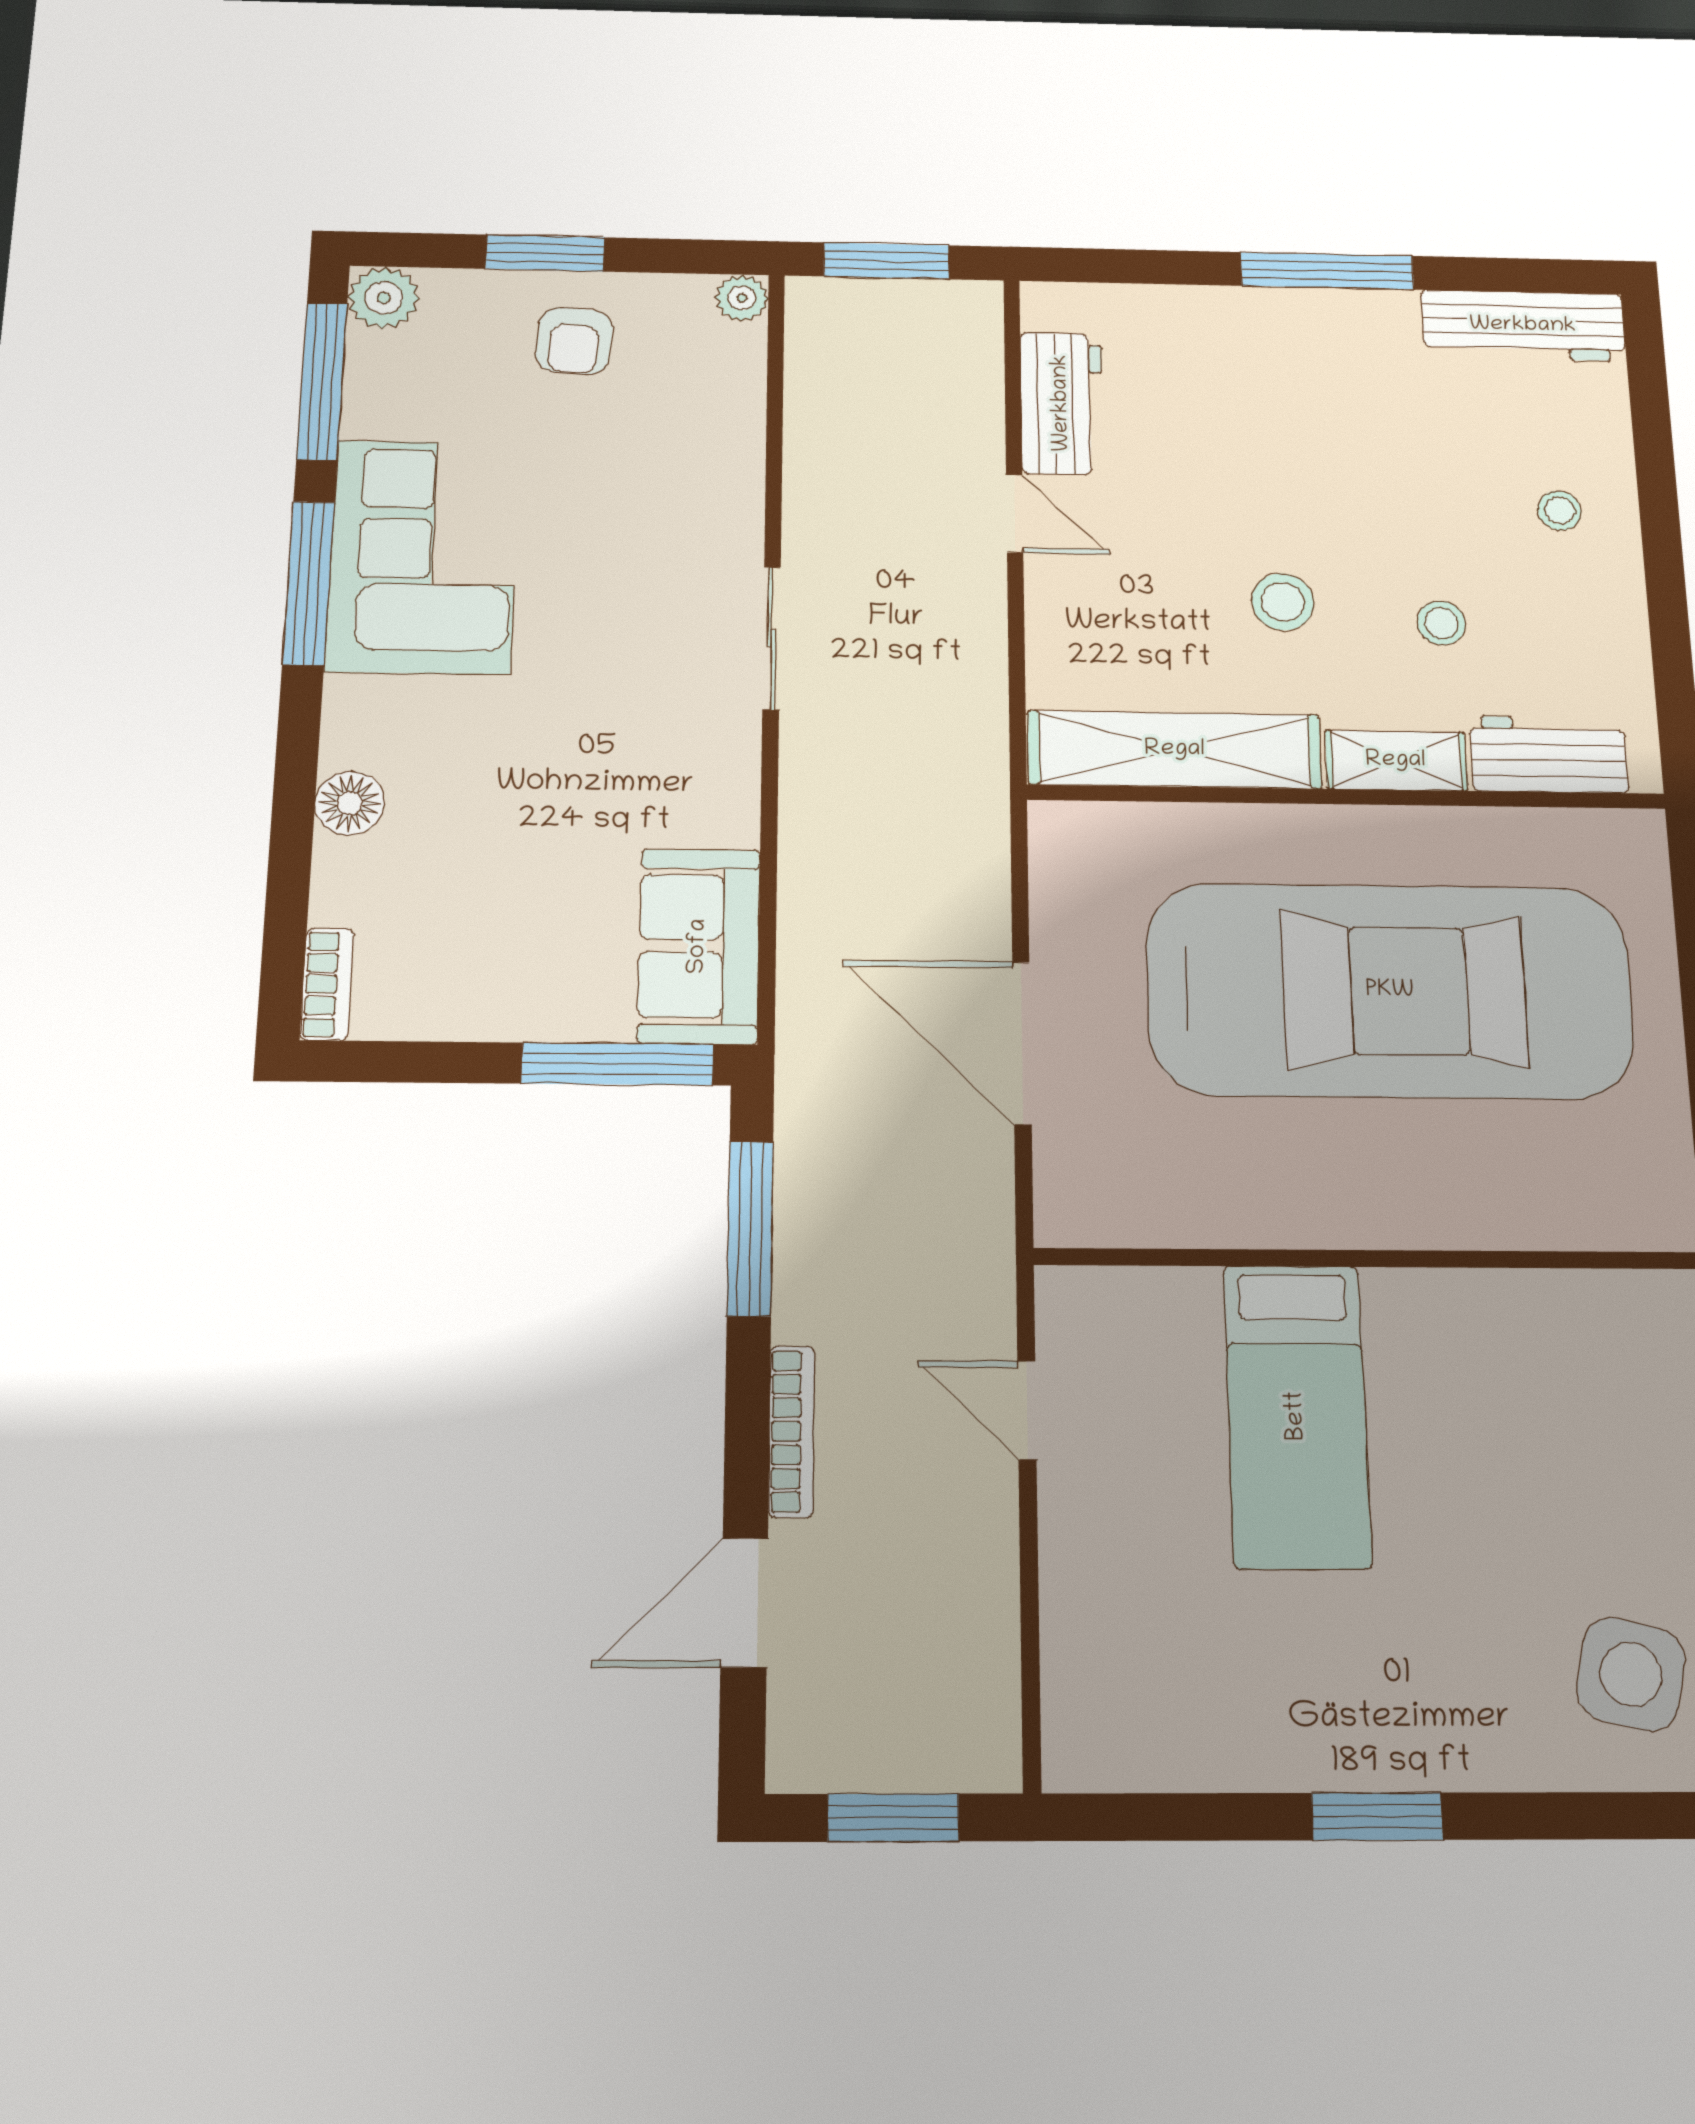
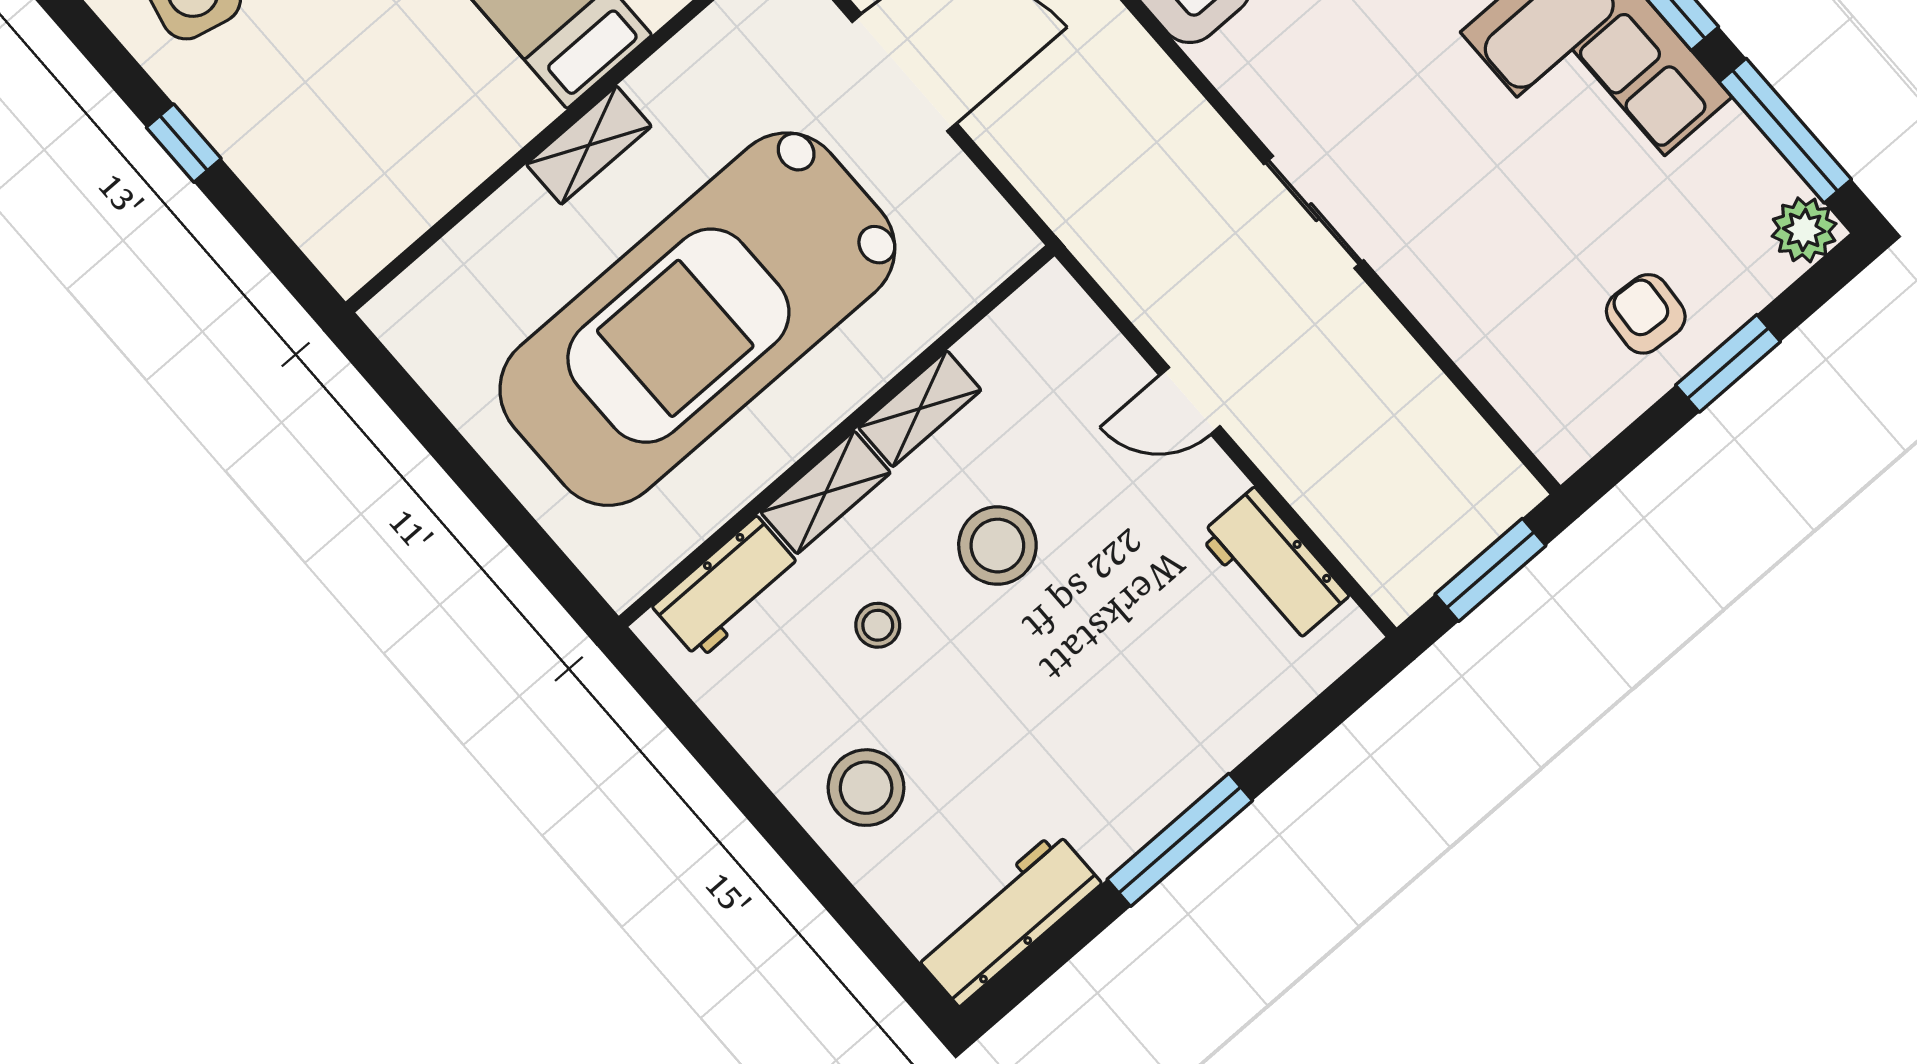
plant: (742, 298) -> (1563, 450), removed
stool: (1560, 511) -> (866, 788), width x1.89, depth x1.89
door: (1015, 514) -> (1190, 401), moved
stool: (1283, 602) -> (997, 546), width x1.38, depth x1.38
shelving: (1175, 750) -> (920, 409), width x0.45, depth x0.75
shelving: (1364, 1219) -> (589, 145), added

